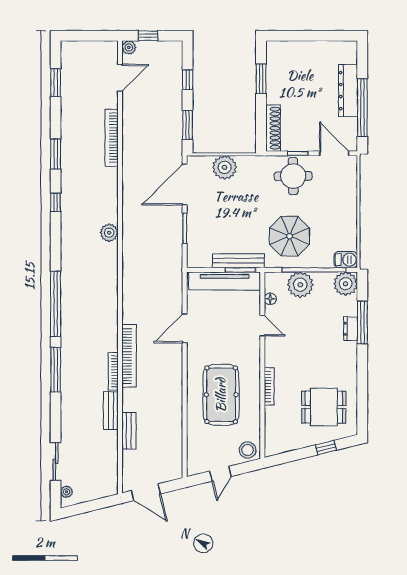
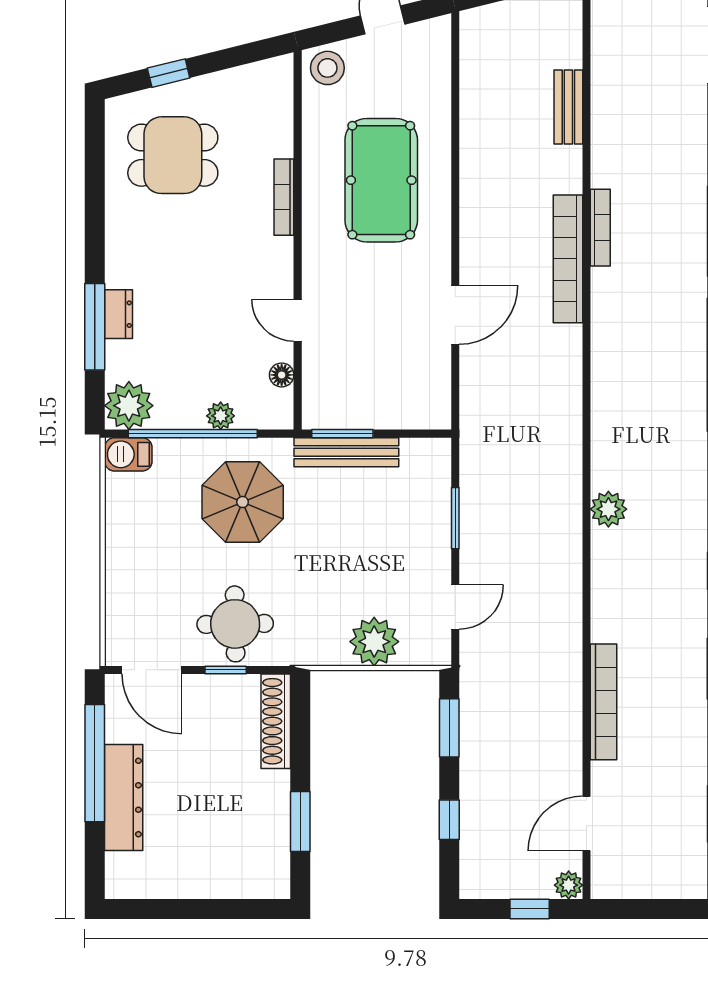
door: (185, 185) -> (455, 607), width x0.53
tv unit: (225, 281) -> (374, 411), removed
plant: (300, 285) -> (221, 416), width x0.53, depth x0.53
bench: (111, 411) -> (605, 148), removed

